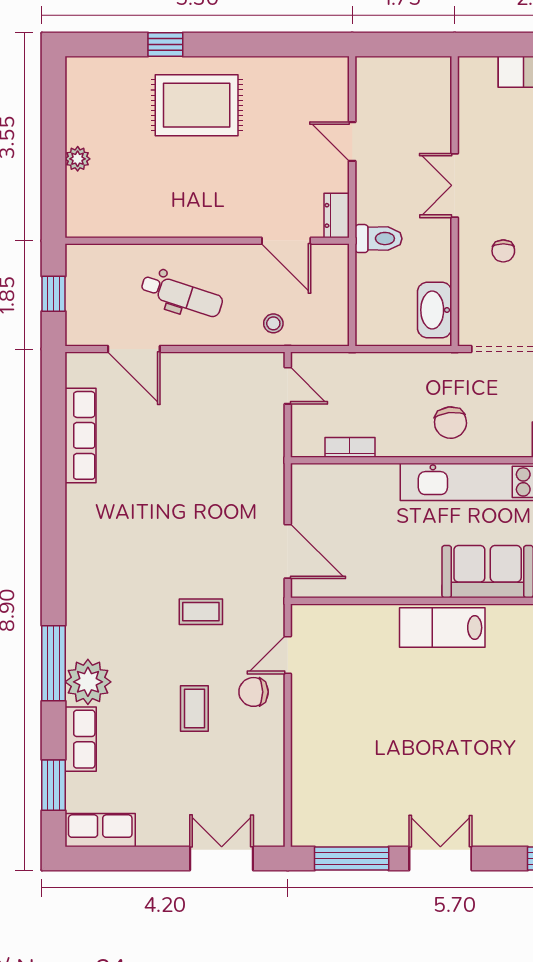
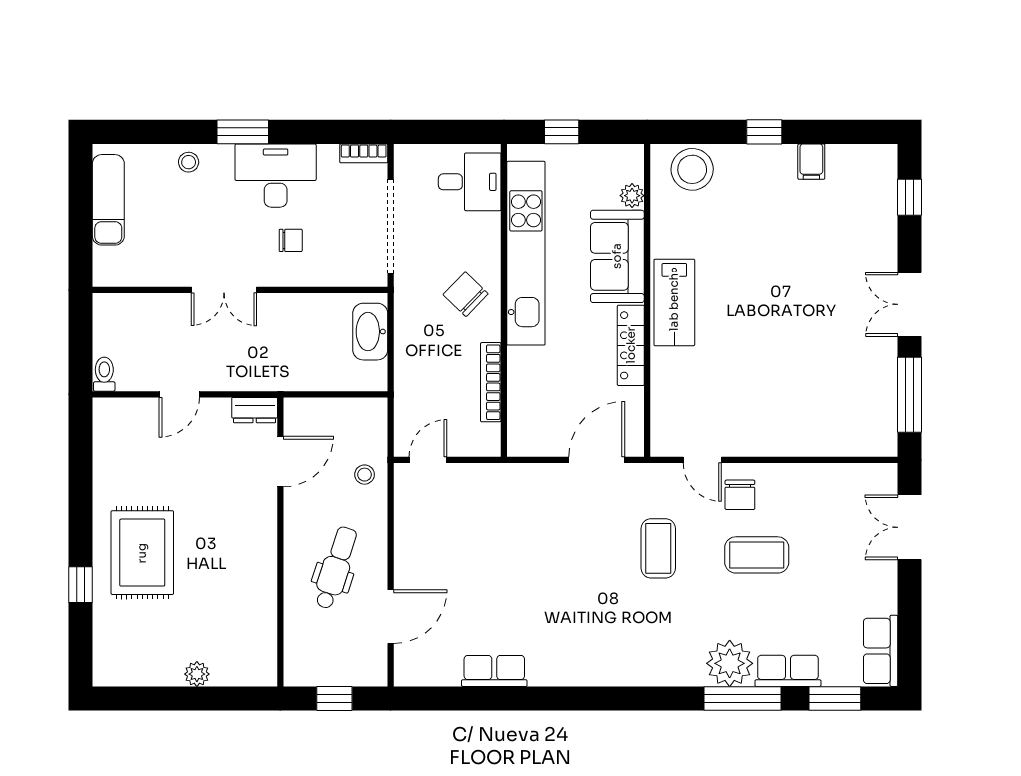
toilet: (378, 239) -> (104, 374), moved, width x0.73, depth x0.72
washbasin: (435, 310) -> (370, 332), moved, turned 90
chair: (450, 423) -> (466, 294), turned -129
row of seats: (81, 435) -> (494, 671), width x0.68
bookcase: (350, 447) -> (491, 382), width x1.56
locker: (400, 585) -> (631, 345), added
coffee table: (201, 612) -> (658, 548), width x1.36, depth x1.30
window: (53, 663) -> (743, 698), moved
coffee table: (194, 708) -> (757, 555), width x1.36, depth x1.30

